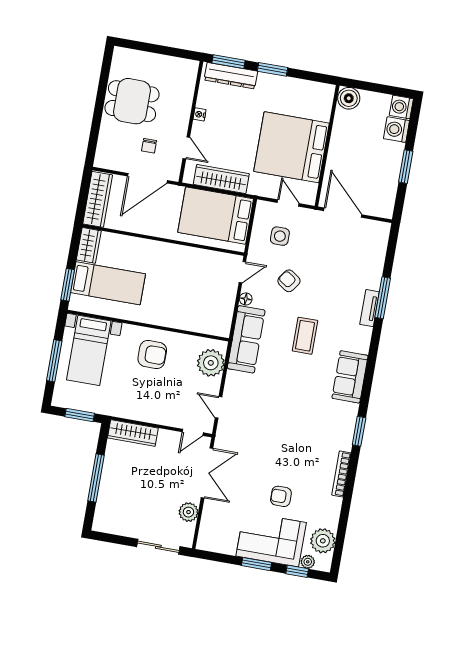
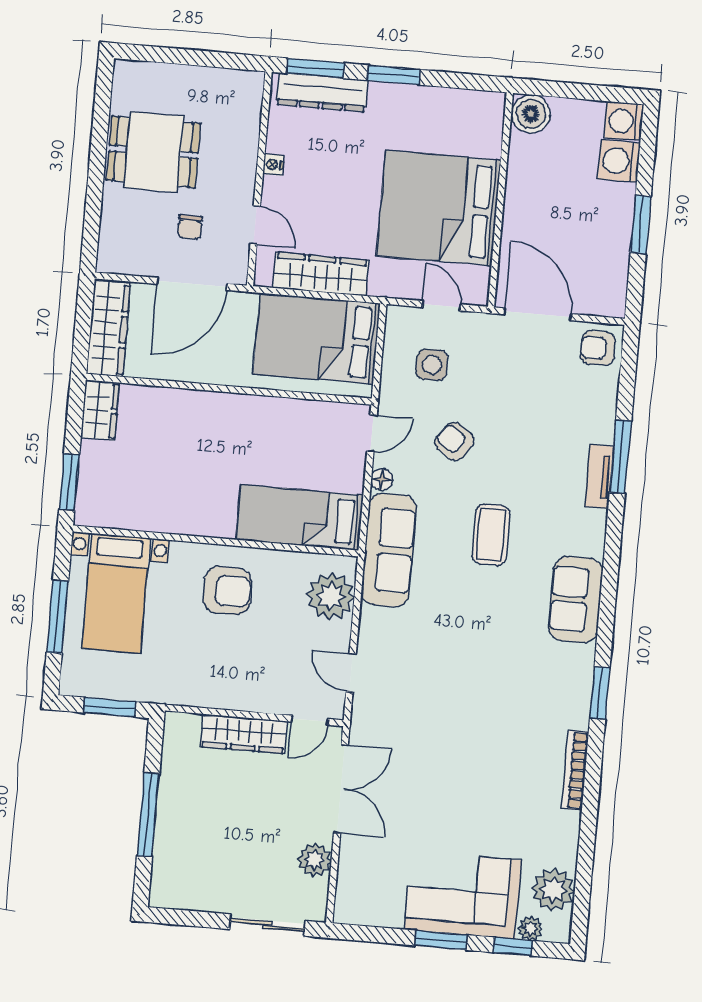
bed: (108, 283) -> (300, 517), moved, turned 180
wardrobe: (133, 433) -> (244, 734), moved
armchair: (281, 496) -> (598, 348), moved

